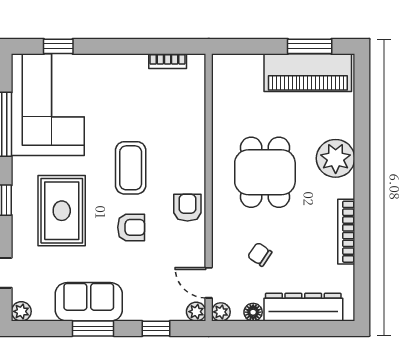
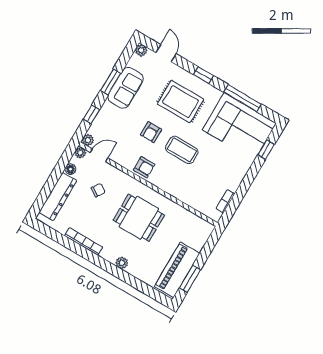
plant: (336, 158) -> (122, 263), width x0.53, depth x0.53

